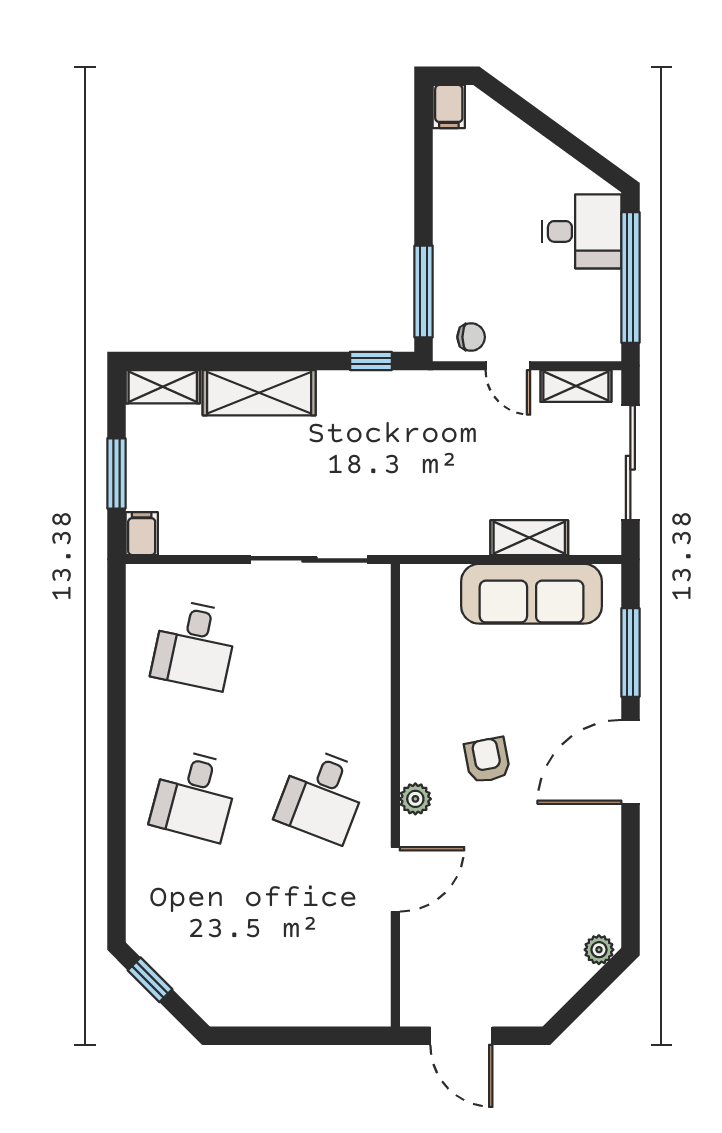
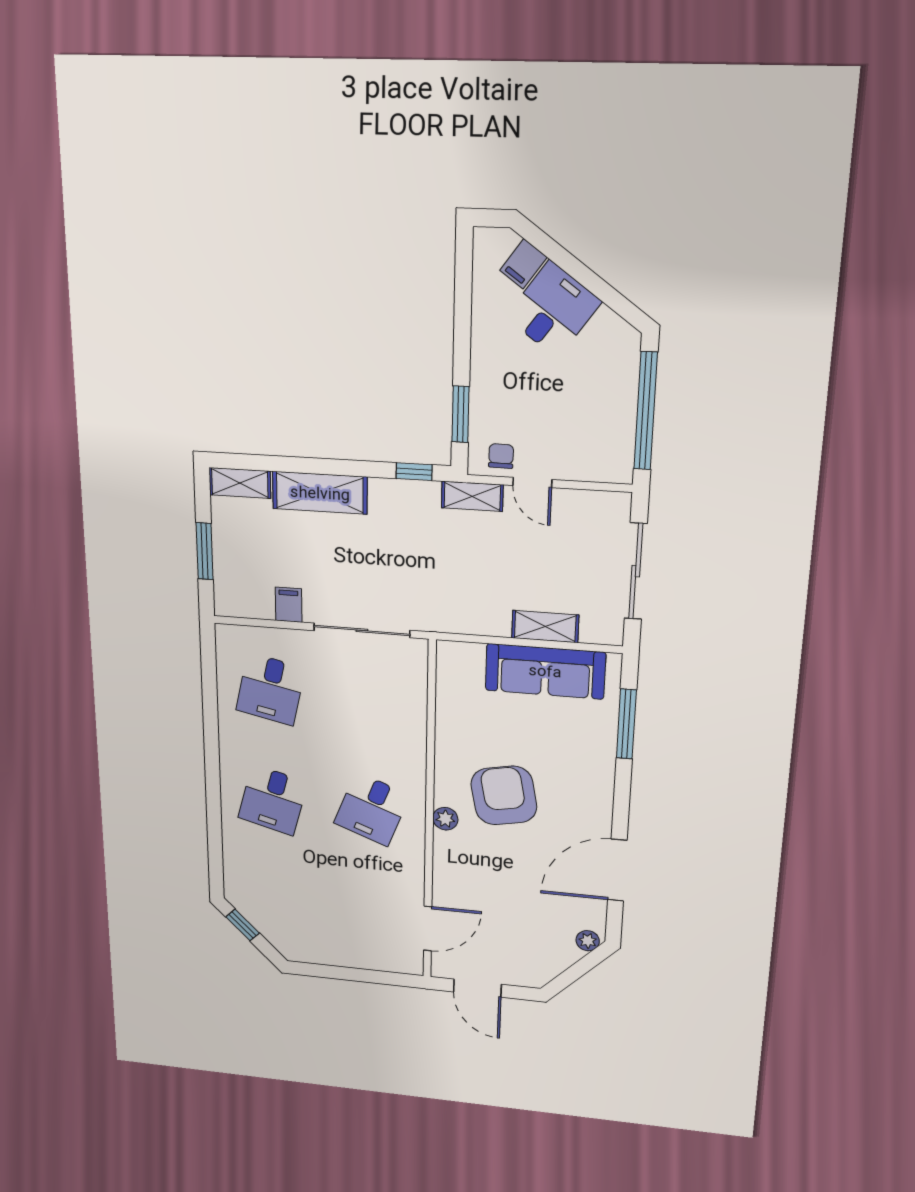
filing cabinet: (449, 106) -> (523, 264), moved, turned 36
desk: (581, 231) -> (553, 310), moved, turned -54
window: (424, 291) -> (460, 414), width x0.69
chair: (471, 337) -> (501, 456), turned -89
shelving: (576, 386) -> (472, 496), moved
filing cabinet: (142, 534) -> (289, 605), moved
armchair: (487, 760) -> (504, 795), width x1.88, depth x1.88
door: (630, 762) -> (617, 870), moved
door: (395, 879) -> (428, 928), moved

